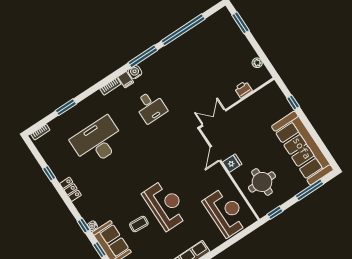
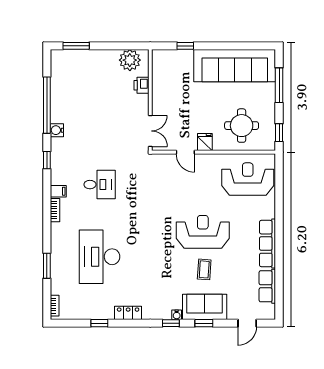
window: (143, 56) -> (47, 160), width x0.46
plant: (257, 63) -> (130, 60), width x1.88, depth x1.88
water cooler: (135, 72) -> (57, 130), moved
double door: (214, 118) -> (150, 131), swing flipped

